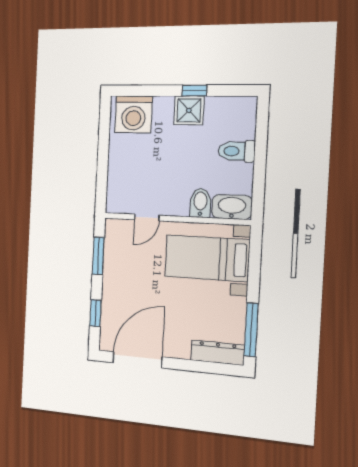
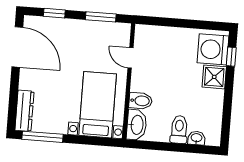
window: (194, 90) -> (231, 57), moved
shower: (189, 110) -> (214, 77), moved
washbasin: (247, 128) -> (196, 138), added

